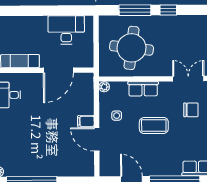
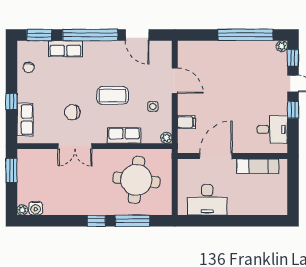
filing cabinet: (86, 121) -> (186, 122), moved

